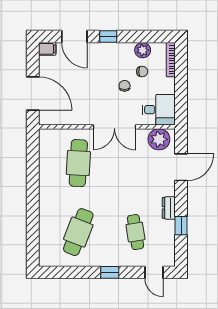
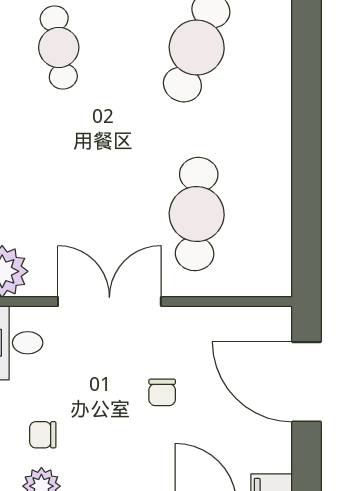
chair: (125, 86) -> (162, 392), moved

